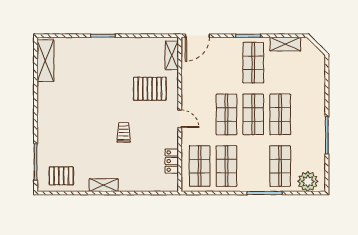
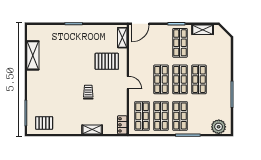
shelving: (45, 61) -> (33, 55), moved
locker: (172, 161) -> (122, 125), moved
shop shelf: (280, 166) -> (180, 116), moved
shelving: (104, 185) -> (92, 129), moved

